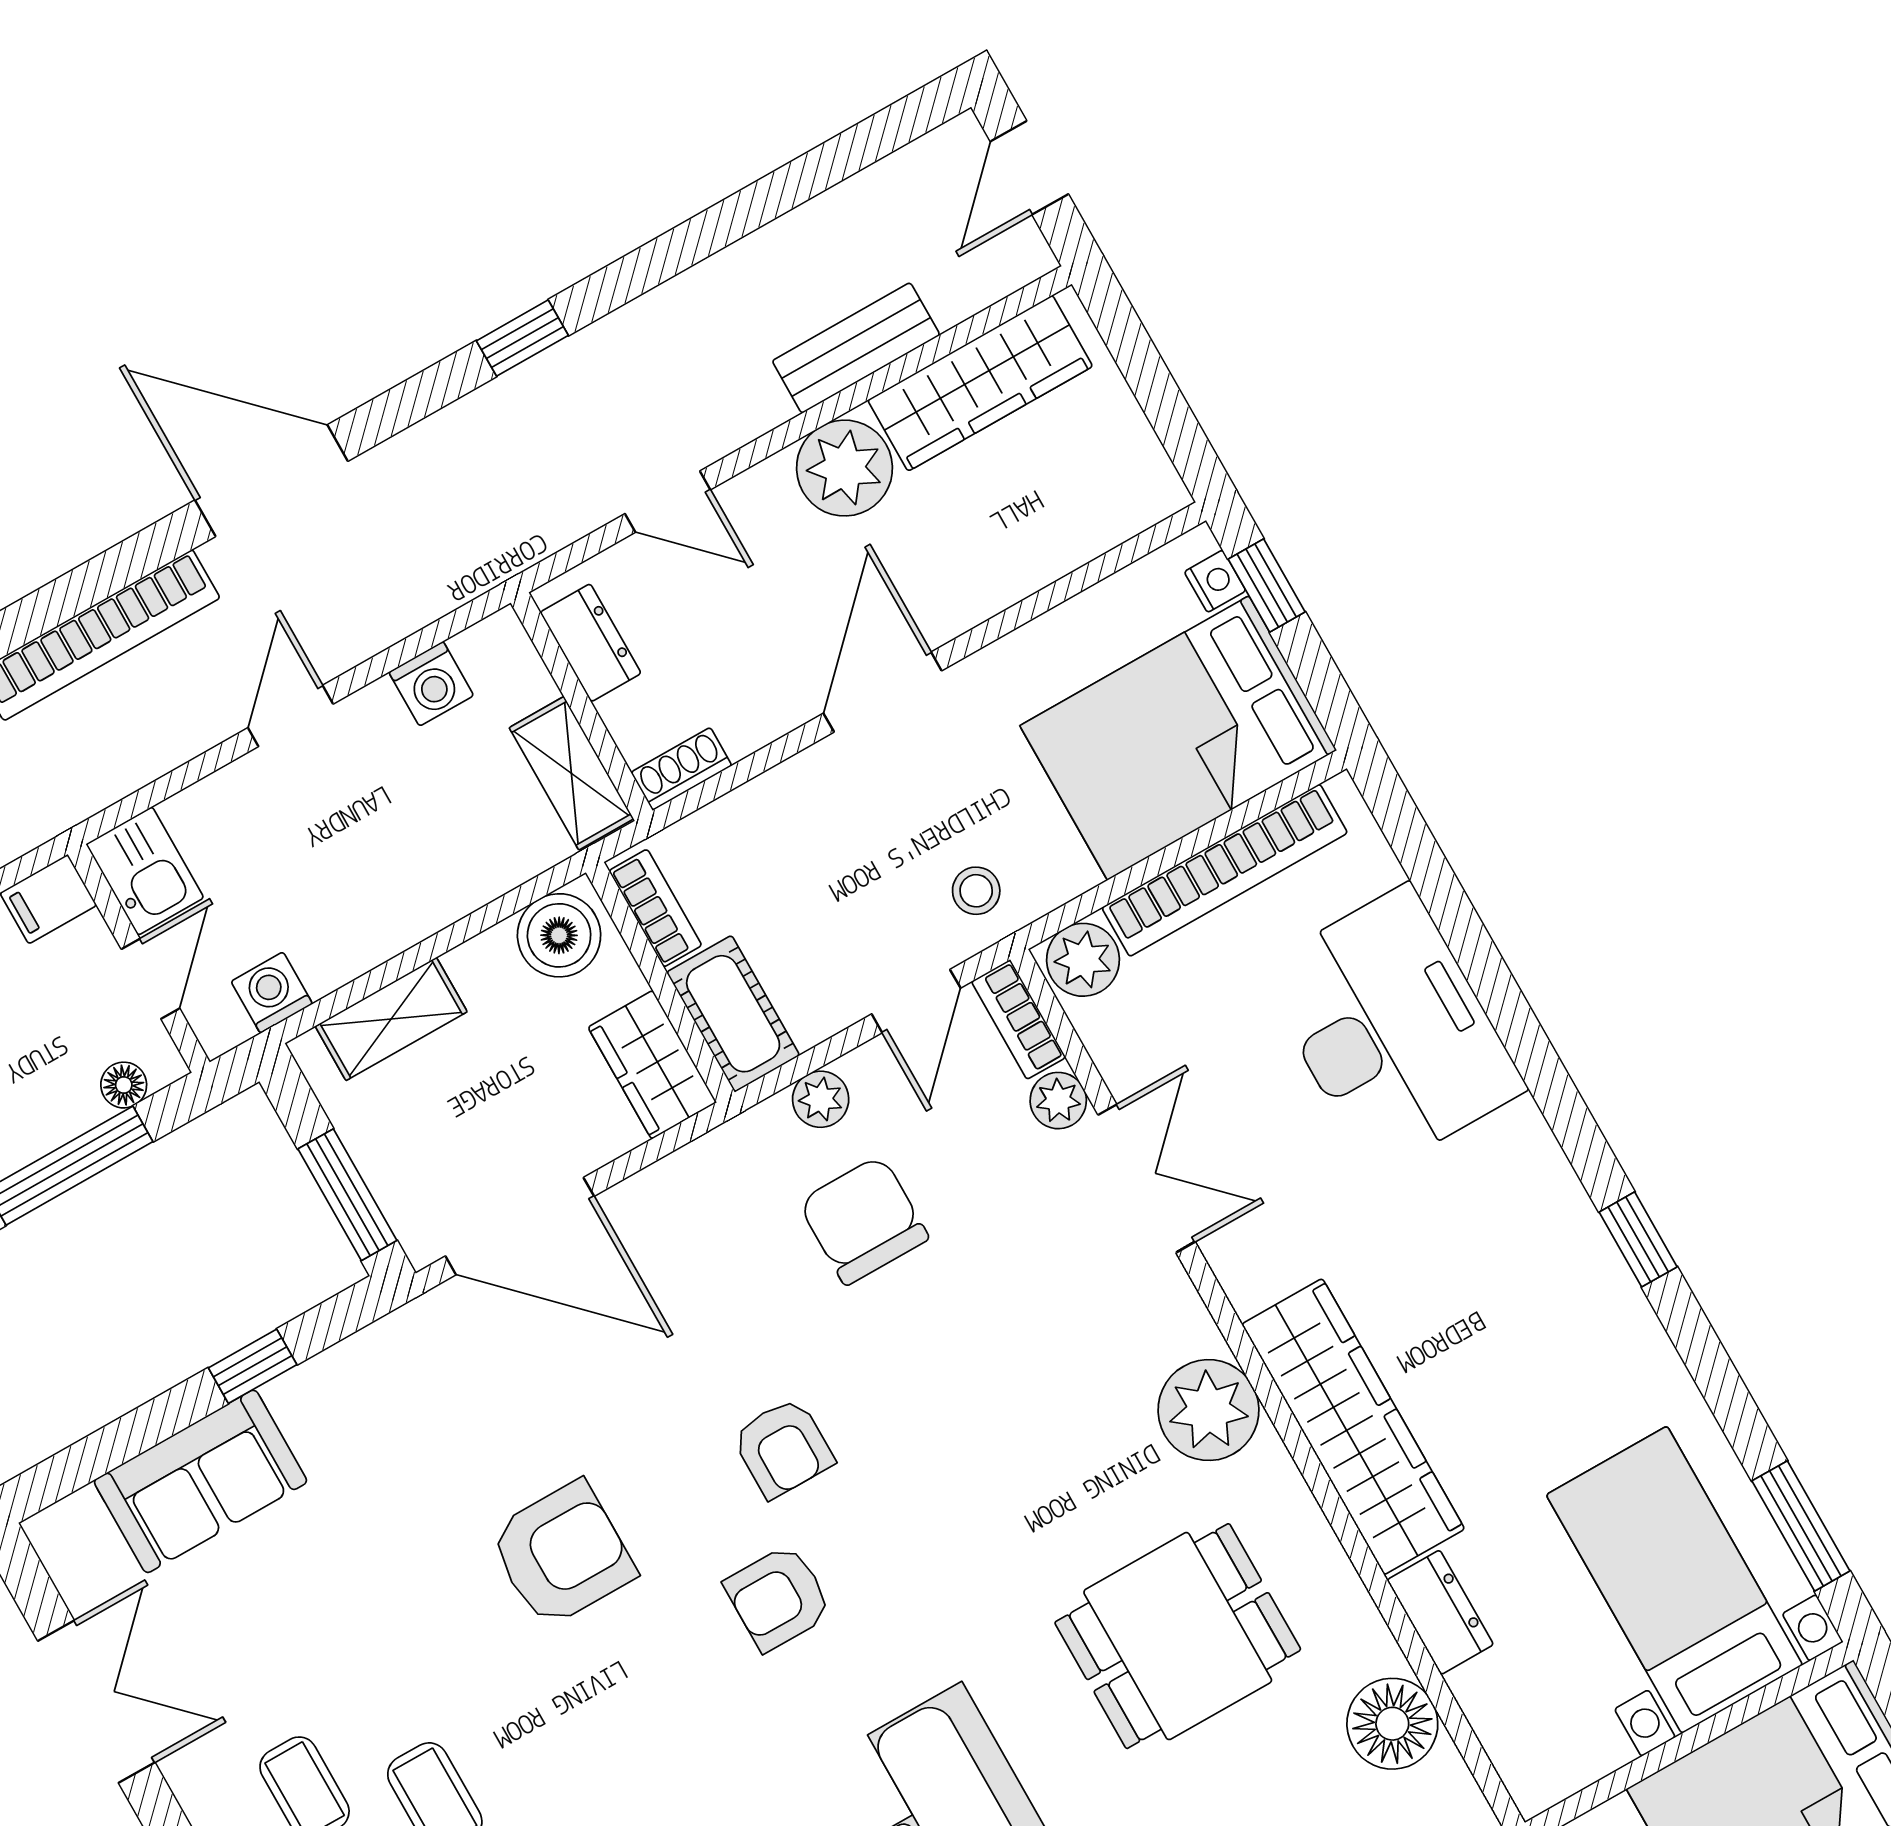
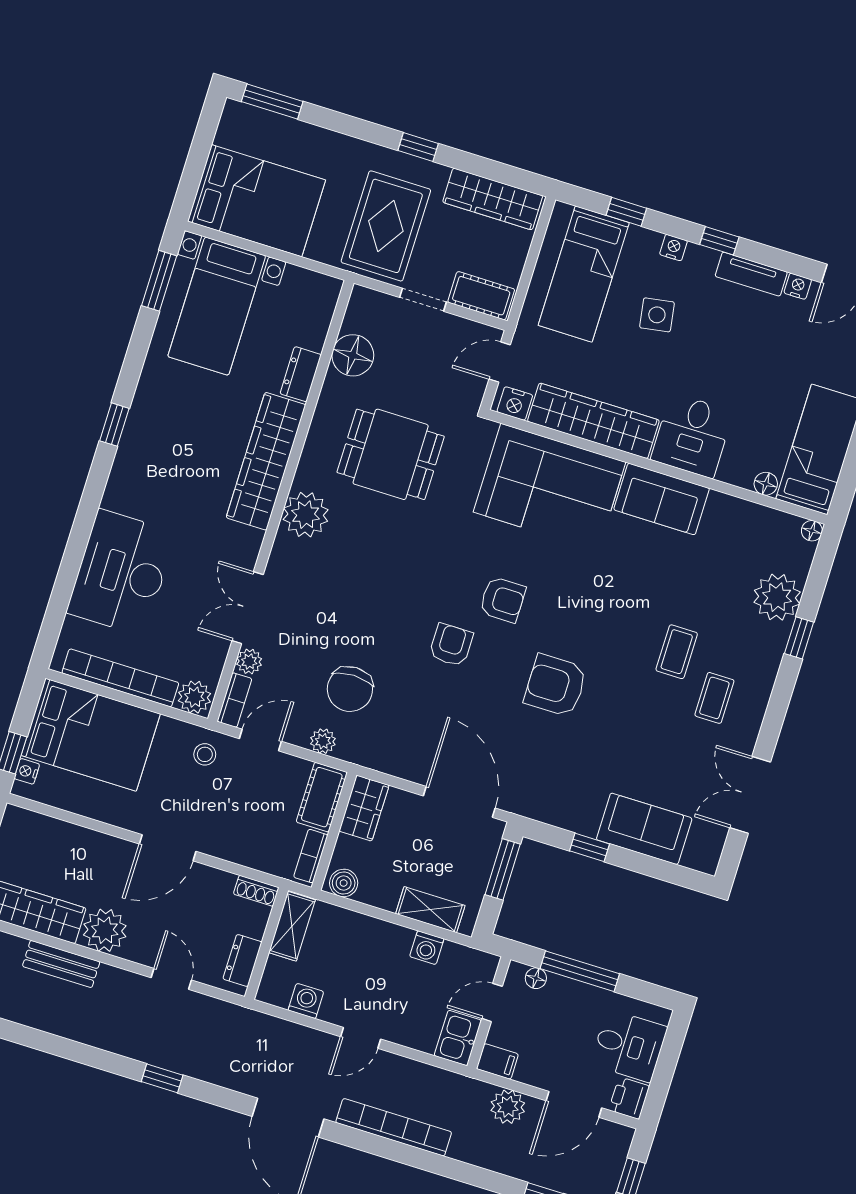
boiler: (559, 935) -> (344, 883), width x0.73, depth x0.73
washing machine: (272, 993) -> (427, 948), moved

